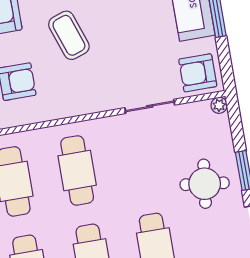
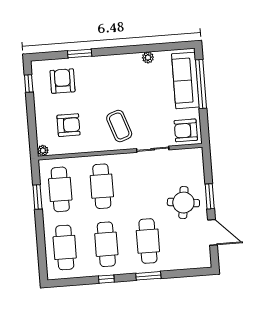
coffee table: (69, 35) -> (119, 126), moved
plant: (219, 105) -> (198, 153), removed

